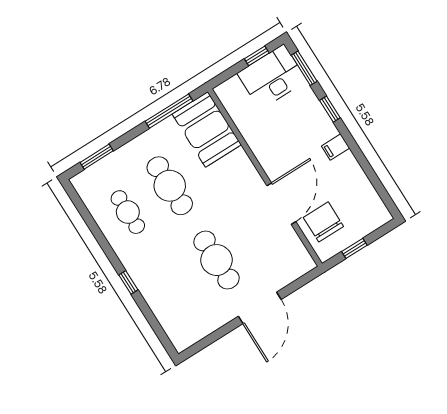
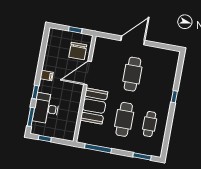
desk: (272, 77) -> (46, 108), moved, turned 90
booth: (207, 129) -> (94, 106), moved

